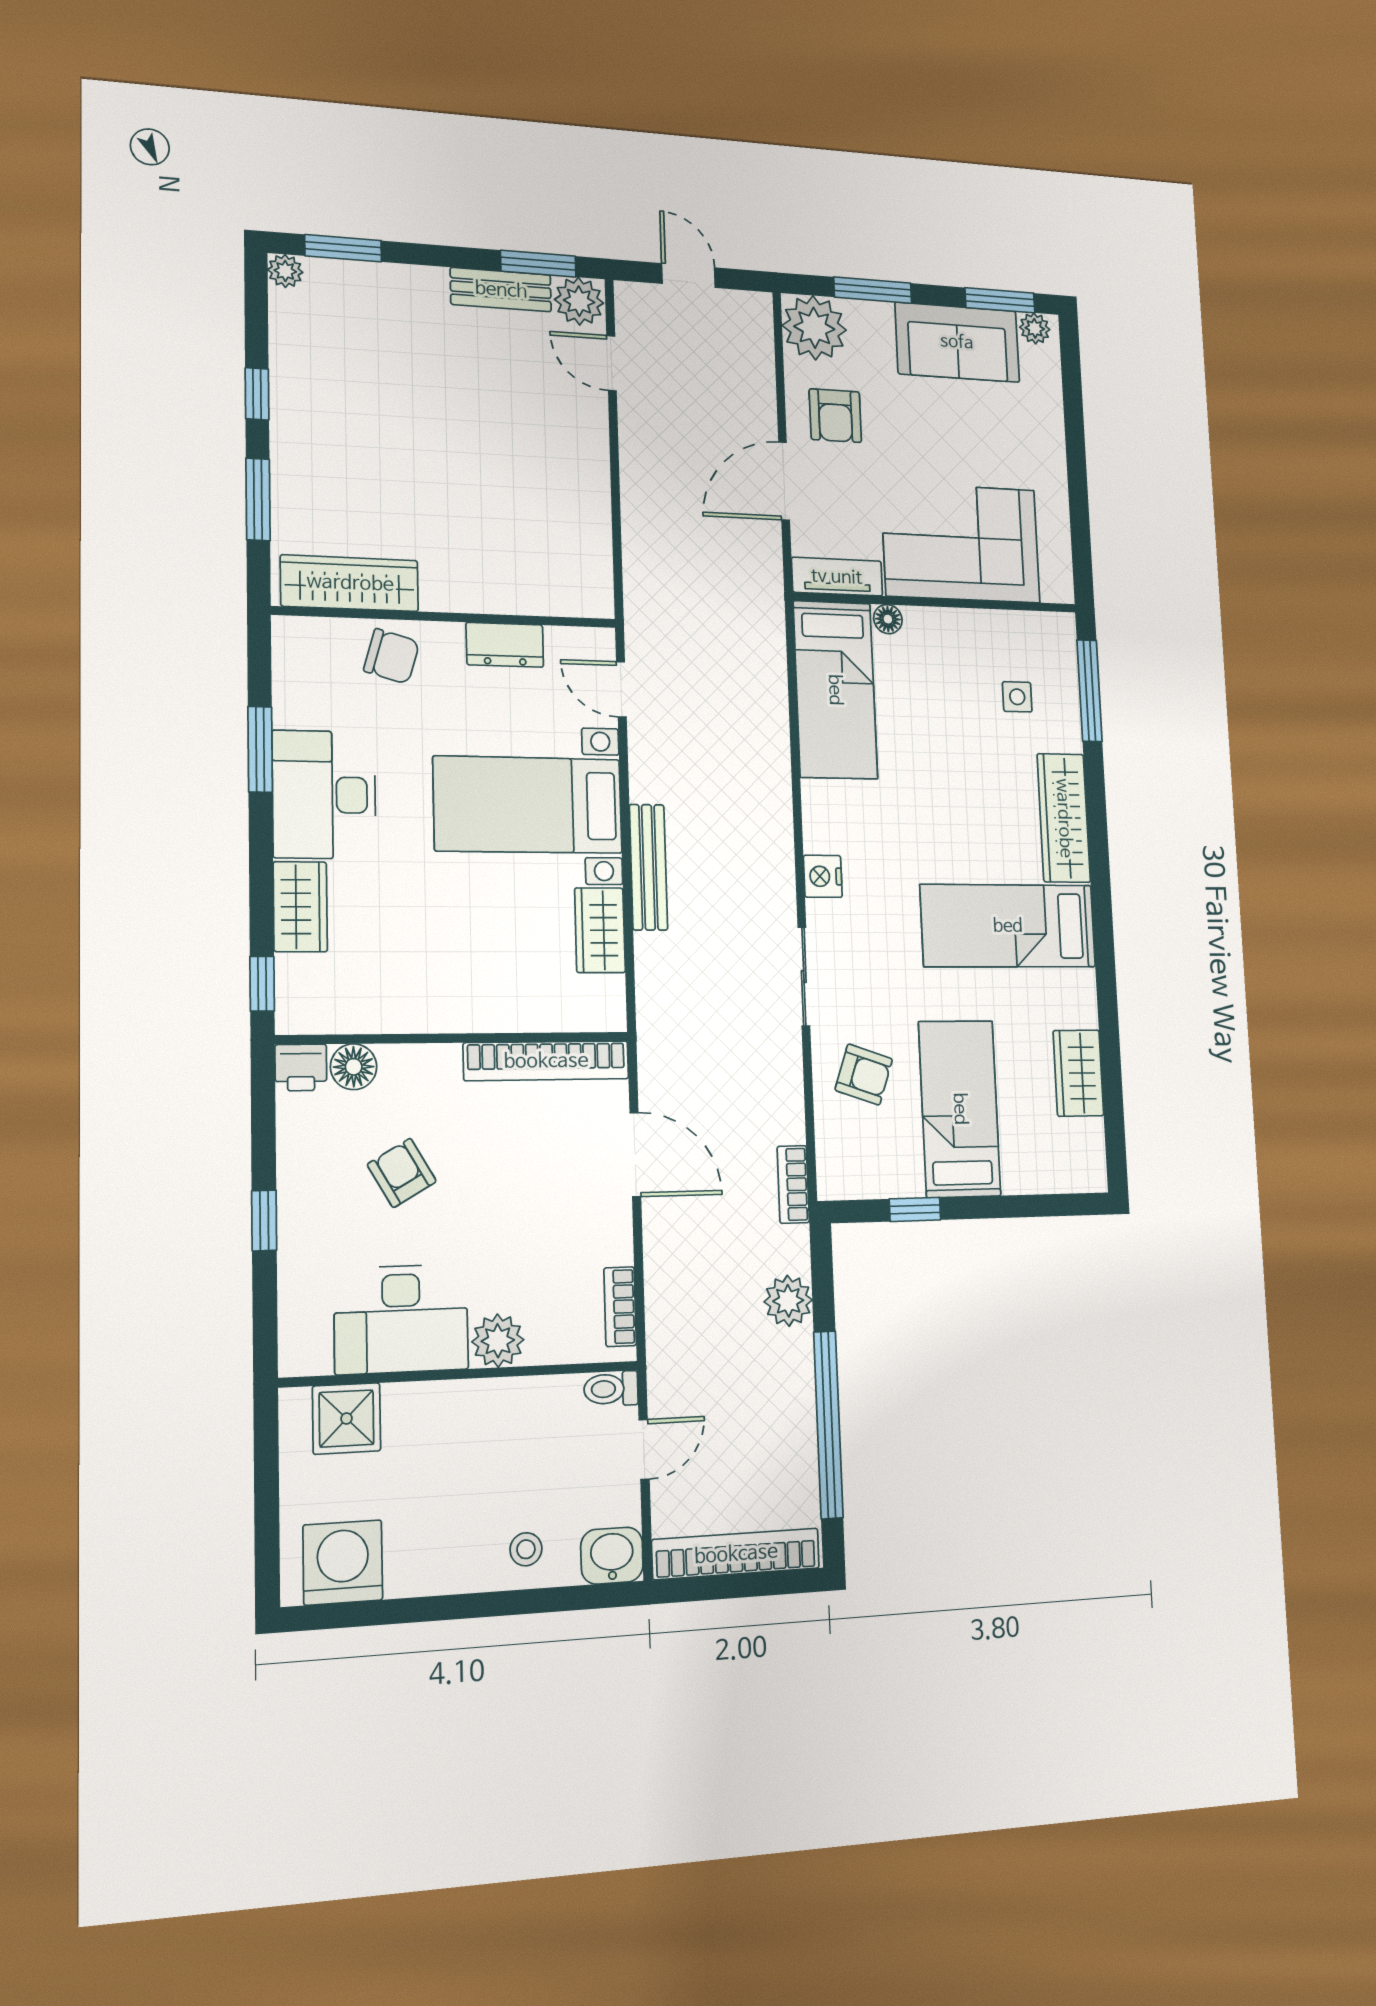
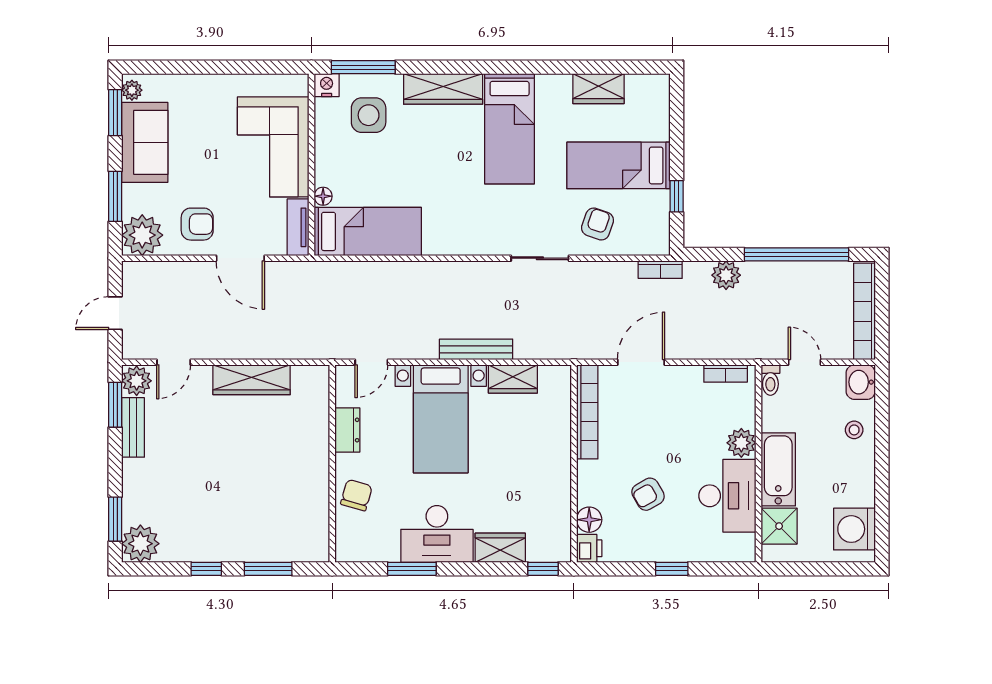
plant: (285, 271) -> (140, 544), width x1.88, depth x1.88
wardrobe: (350, 583) -> (252, 380), moved, turned -90
side table: (1017, 697) -> (369, 115), width x1.87, depth x1.87
nightstand: (823, 876) -> (327, 85), moved, turned 180
bathtub: (451, 1411) -> (778, 469), added

